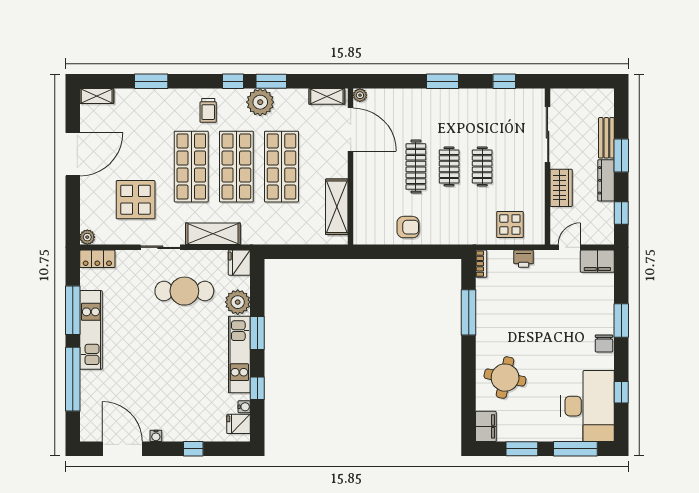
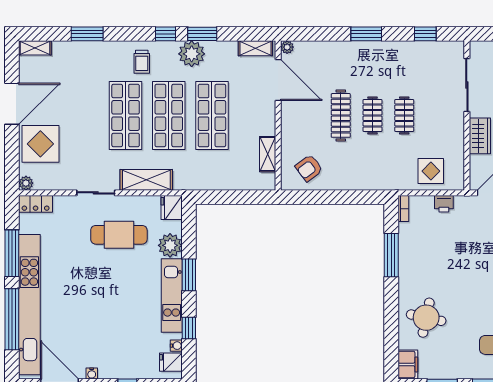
display table: (136, 200) -> (40, 144), moved
shelving: (337, 207) -> (268, 154), width x0.67, depth x0.75
armchair: (408, 227) -> (309, 168), moved, turned 143
kitchen unit: (91, 330) -> (29, 305), width x1.86

